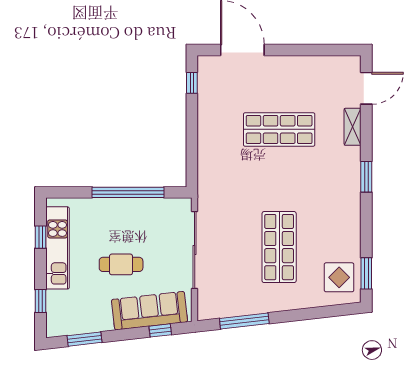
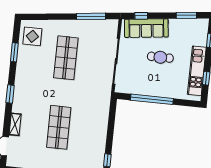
shop shelf: (279, 129) -> (59, 127), turned 90
window: (366, 273) -> (14, 52), moved

